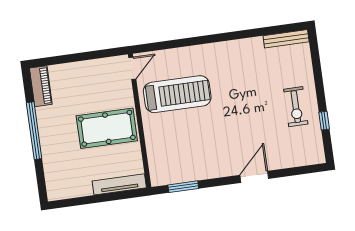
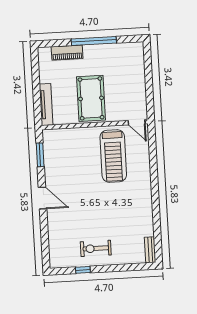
bench: (286, 39) -> (150, 250), width x0.73
piano: (41, 86) -> (67, 53), moved
door: (254, 177) -> (42, 198), moved

